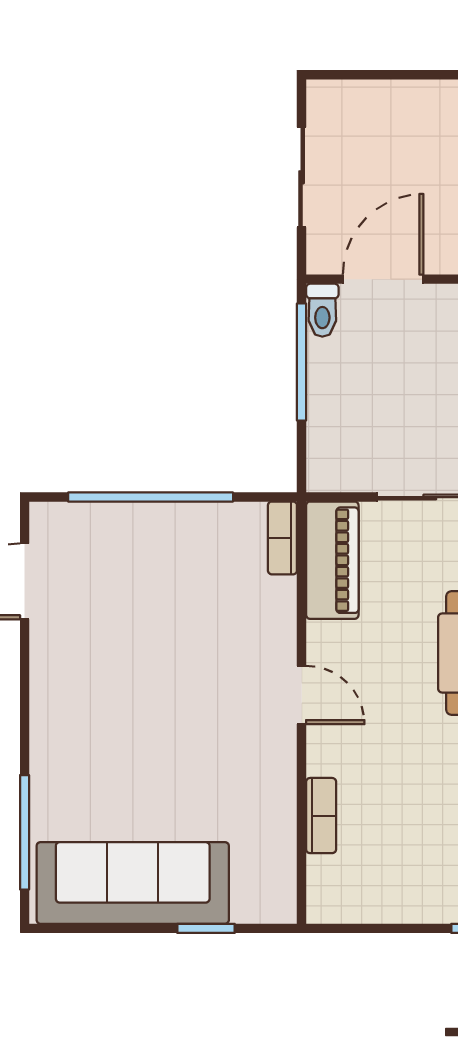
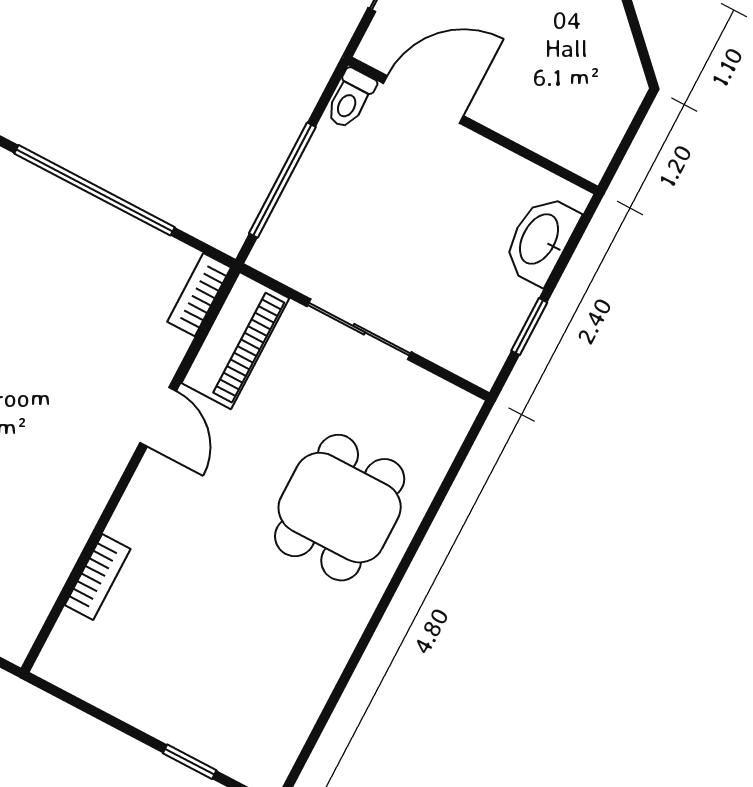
window: (302, 362) -> (282, 180), moved
door: (302, 695) -> (158, 417), moved

